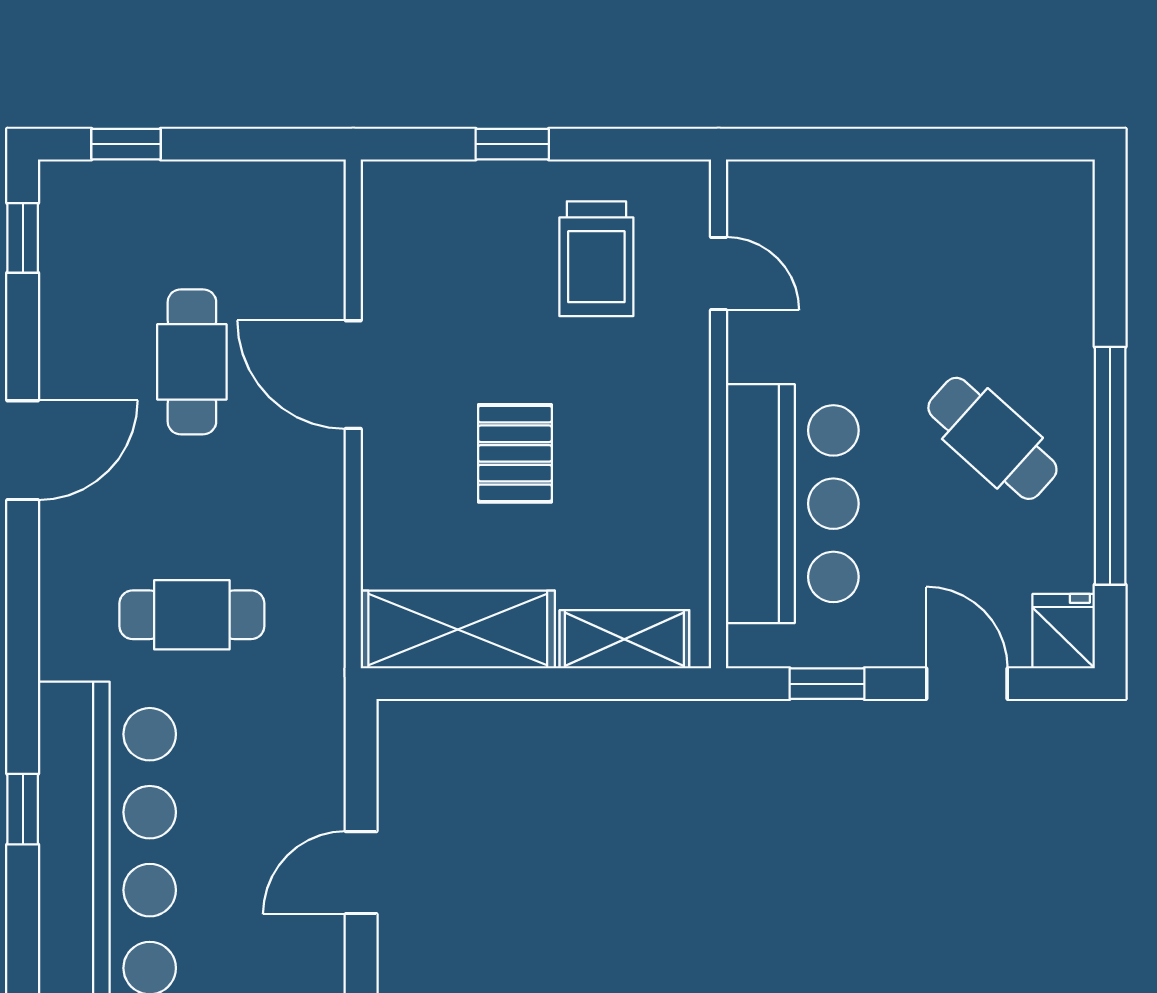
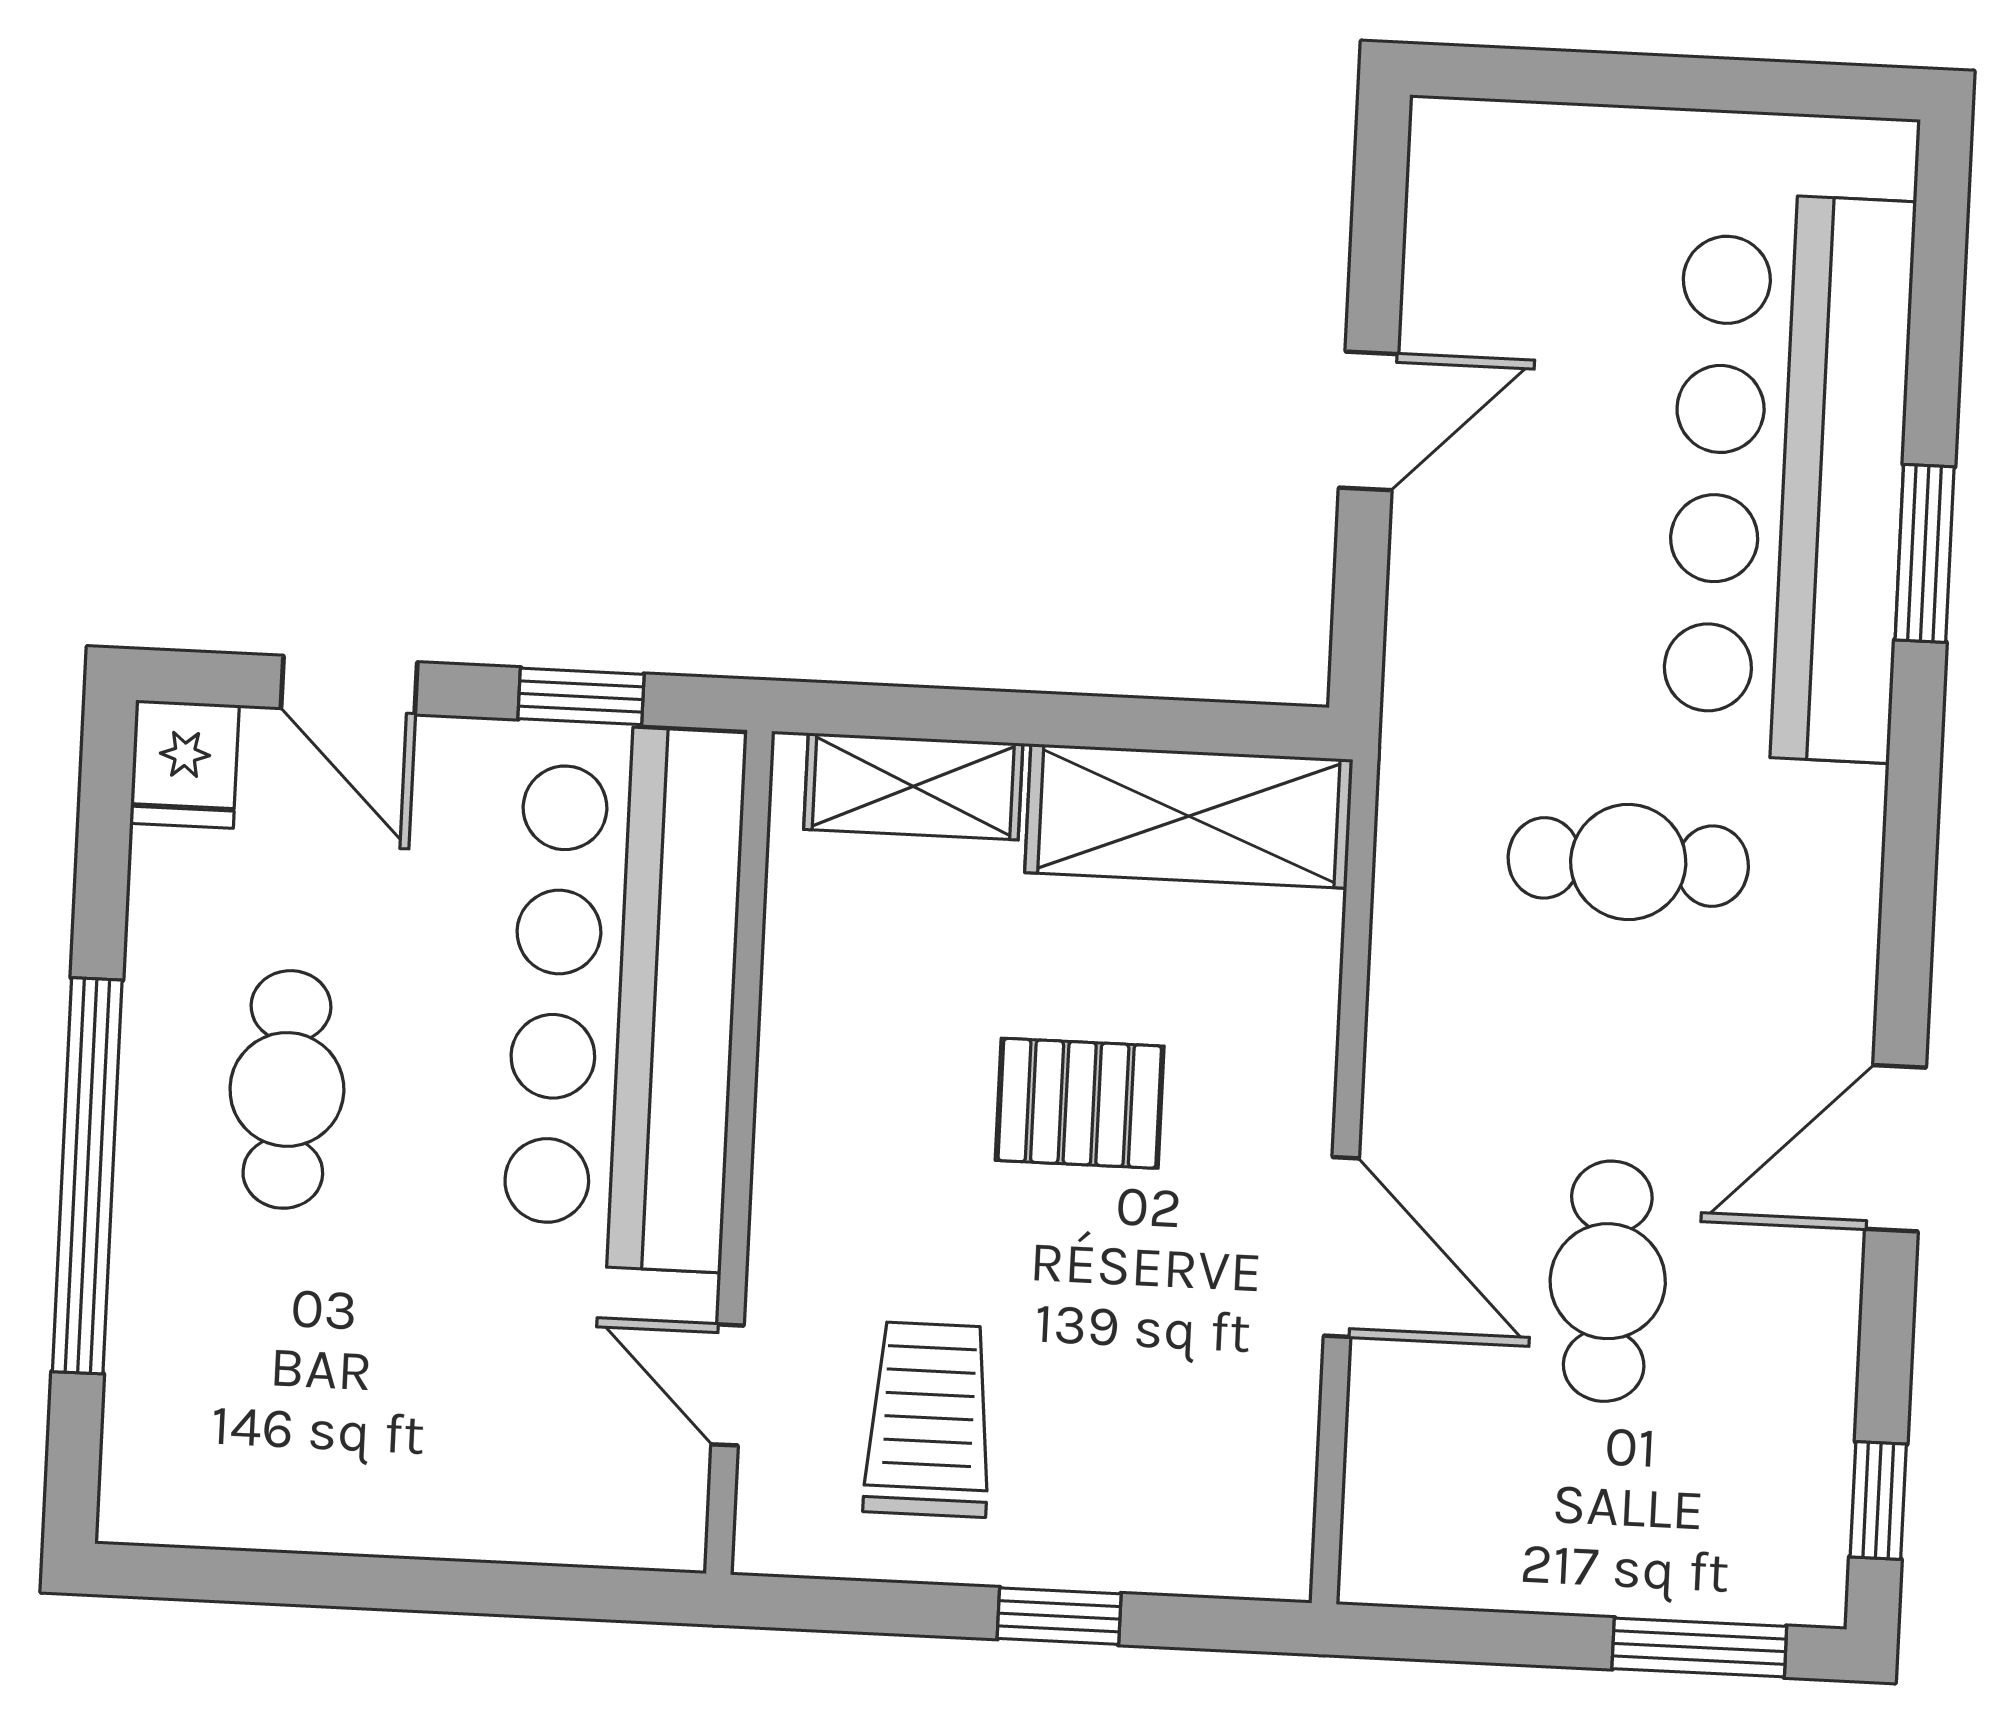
window: (126, 144) -> (1699, 1647), width x1.50
cafe table: (992, 438) -> (287, 1089), turned 48
pallet: (515, 453) -> (1080, 1103), turned 90
window: (1110, 466) -> (87, 1176), moved
bar counter: (792, 504) -> (624, 997), width x1.36
window: (23, 809) -> (1925, 553), width x1.50

